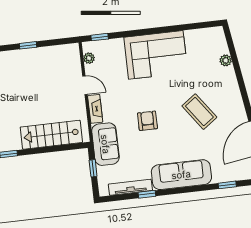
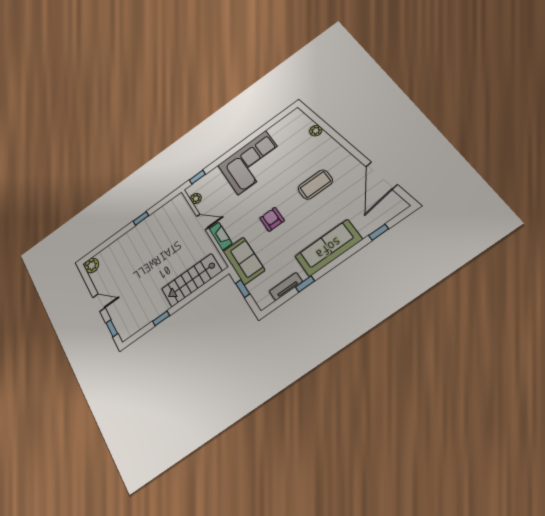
coffee table: (199, 112) -> (315, 185), turned -54
tv unit: (130, 187) -> (286, 286), width x0.71

